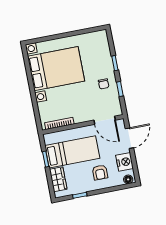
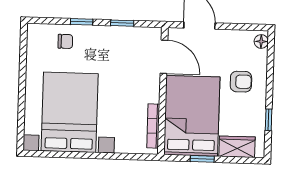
chair: (104, 84) -> (65, 41), moved
door: (105, 120) -> (164, 57), hinge flipped
bed: (72, 152) -> (192, 116), width x1.50
nightstand: (125, 162) -> (234, 41), removed

